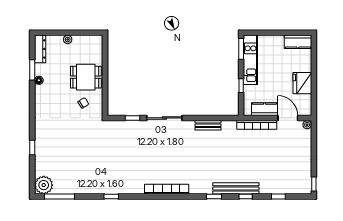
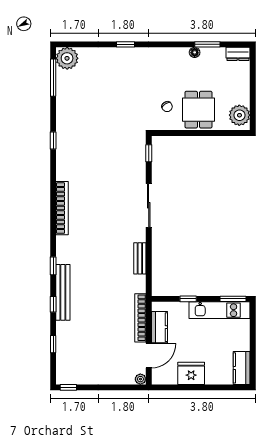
plant: (68, 39) -> (239, 115), moved, width x1.88, depth x1.88
dresser: (40, 49) -> (238, 54), width x0.70
window: (133, 118) -> (149, 153), moved
window: (32, 147) -> (125, 44), moved

